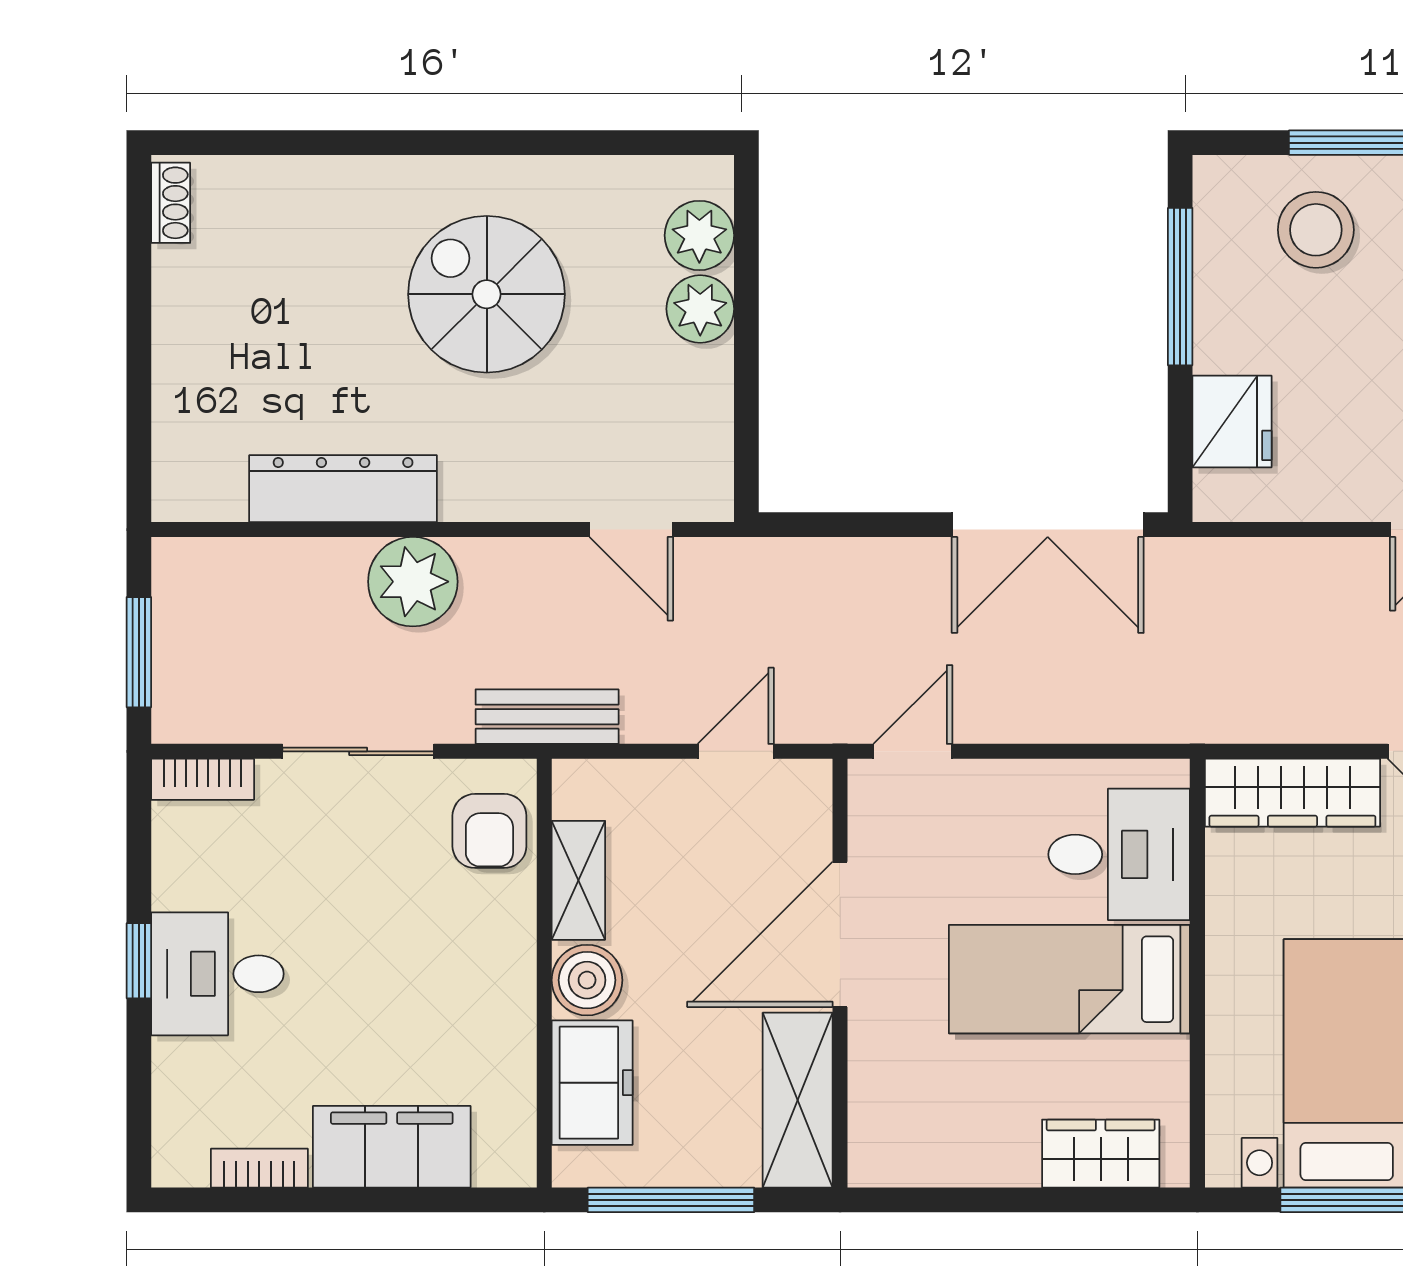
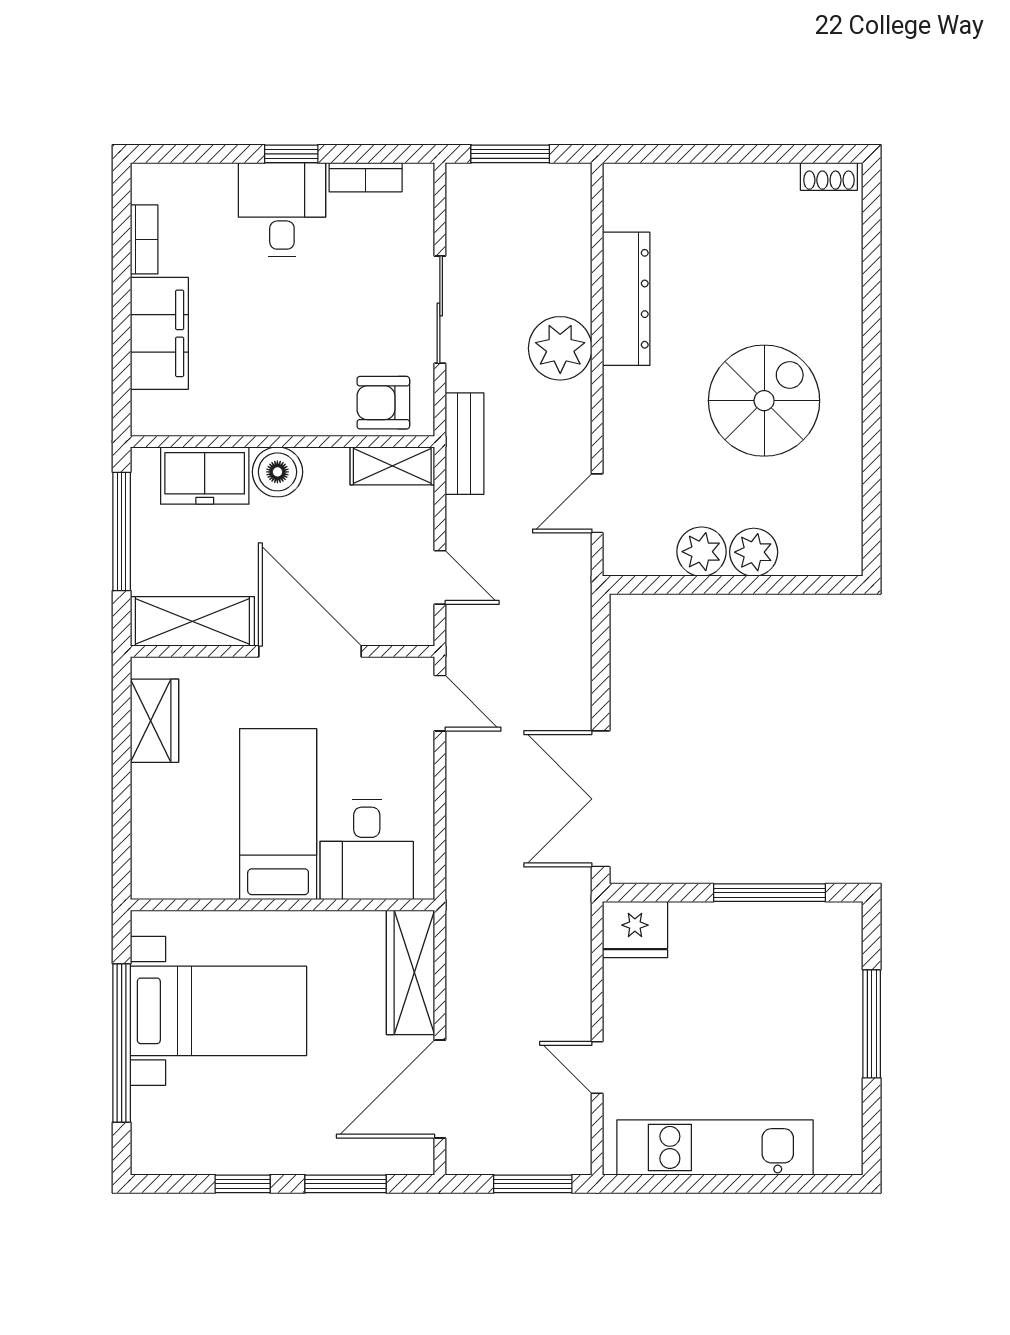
stool: (1316, 230) -> (810, 989), removed
plant: (699, 235) -> (702, 552), moved
fridge: (1232, 421) -> (635, 929), moved
bookcase: (203, 779) -> (366, 177), moved, turned -90
shelving: (578, 880) -> (392, 466), moved
wardrobe: (1101, 1154) -> (154, 721), moved

